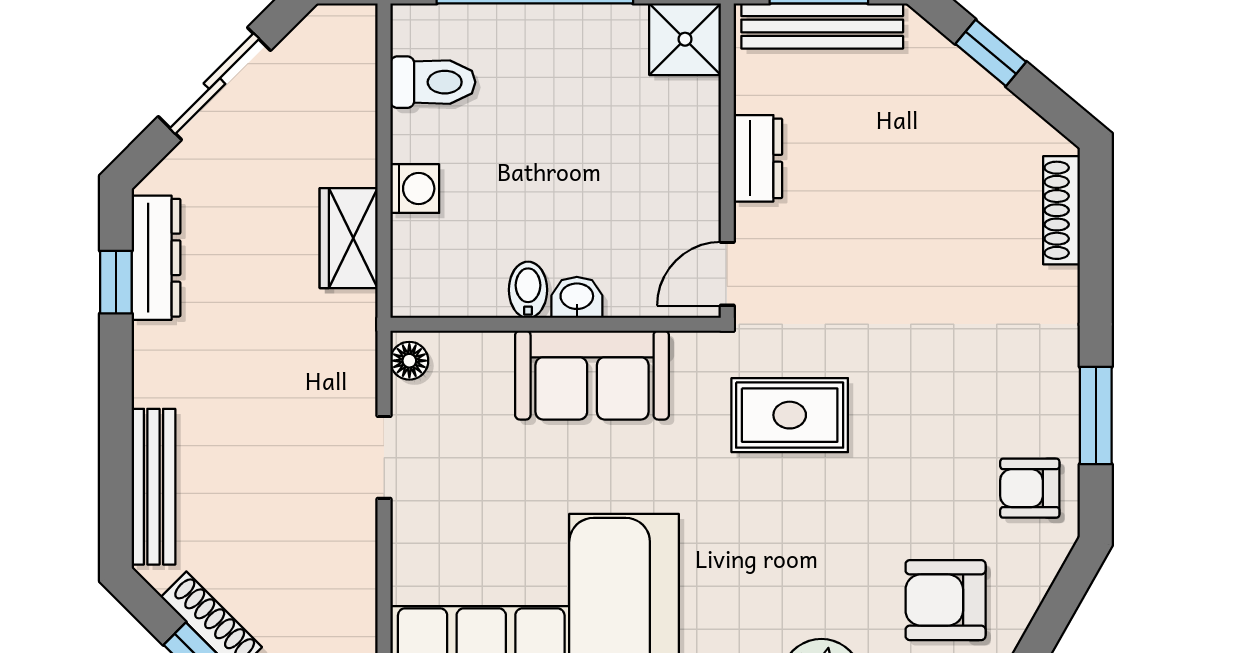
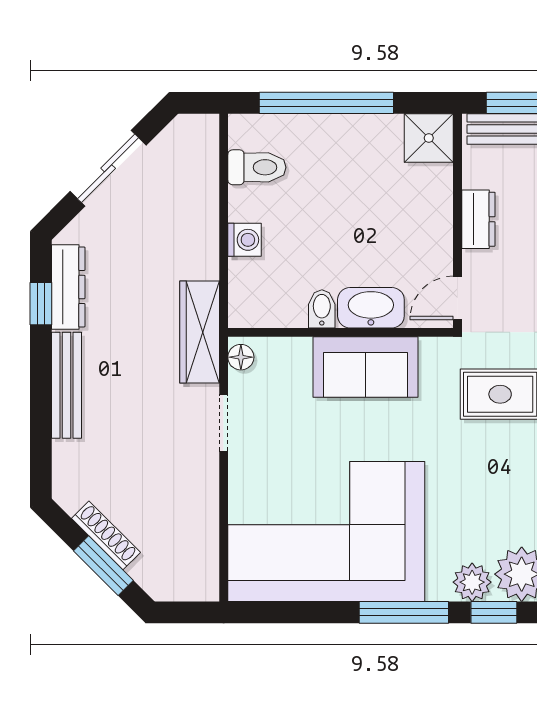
wardrobe: (349, 238) -> (200, 332), moved, width x1.50
washbasin: (577, 297) -> (371, 308), width x1.91, depth x1.45
bench: (153, 487) -> (67, 385), moved

